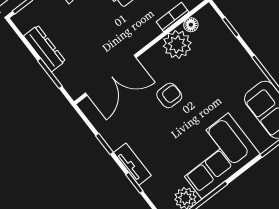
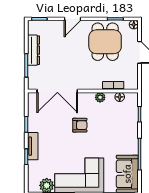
plant: (177, 44) -> (100, 97), width x0.53, depth x0.53

